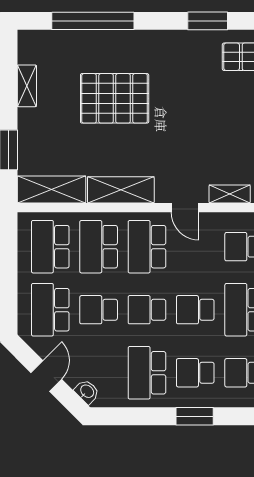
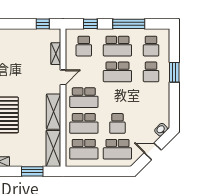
school desk: (147, 310) -> (117, 98), removed
school desk: (195, 310) -> (117, 72), width x1.85
school desk: (147, 373) -> (151, 98), removed

